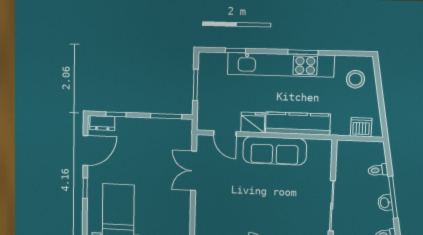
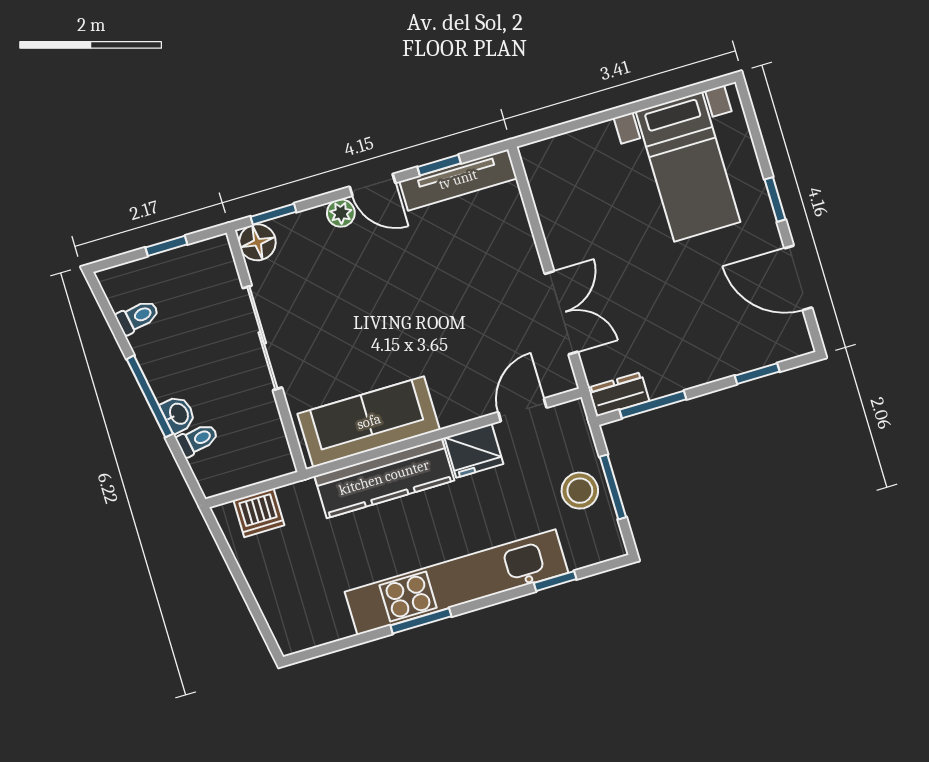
stool: (355, 79) -> (580, 491), moved
dresser: (102, 123) -> (619, 394), moved
door: (225, 133) -> (522, 410), hinge flipped
door: (85, 150) -> (798, 278), hinge flipped
sofa: (275, 151) -> (369, 422), moved
washbasin: (385, 203) -> (178, 414), moved

